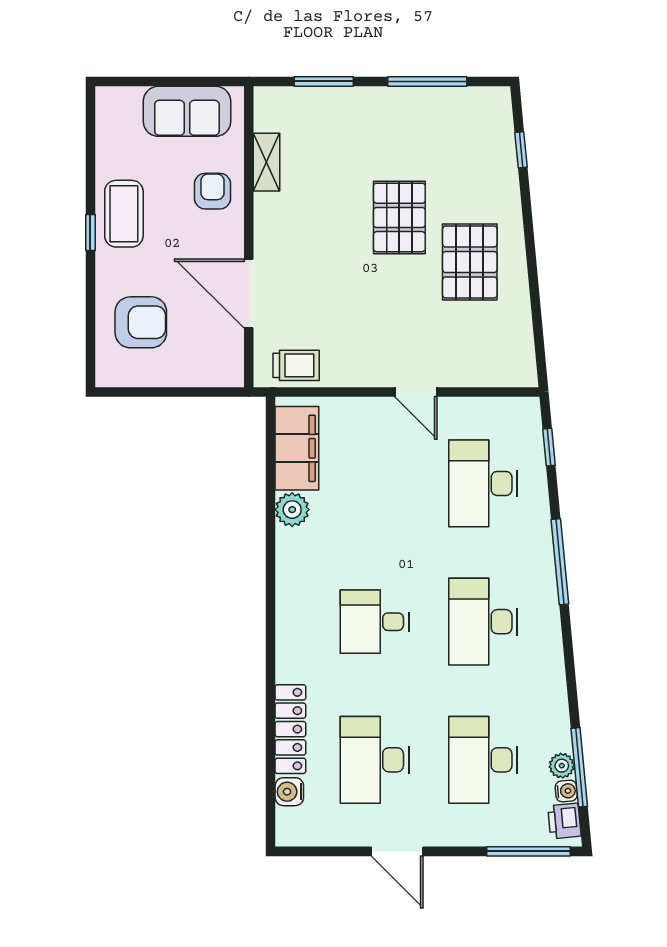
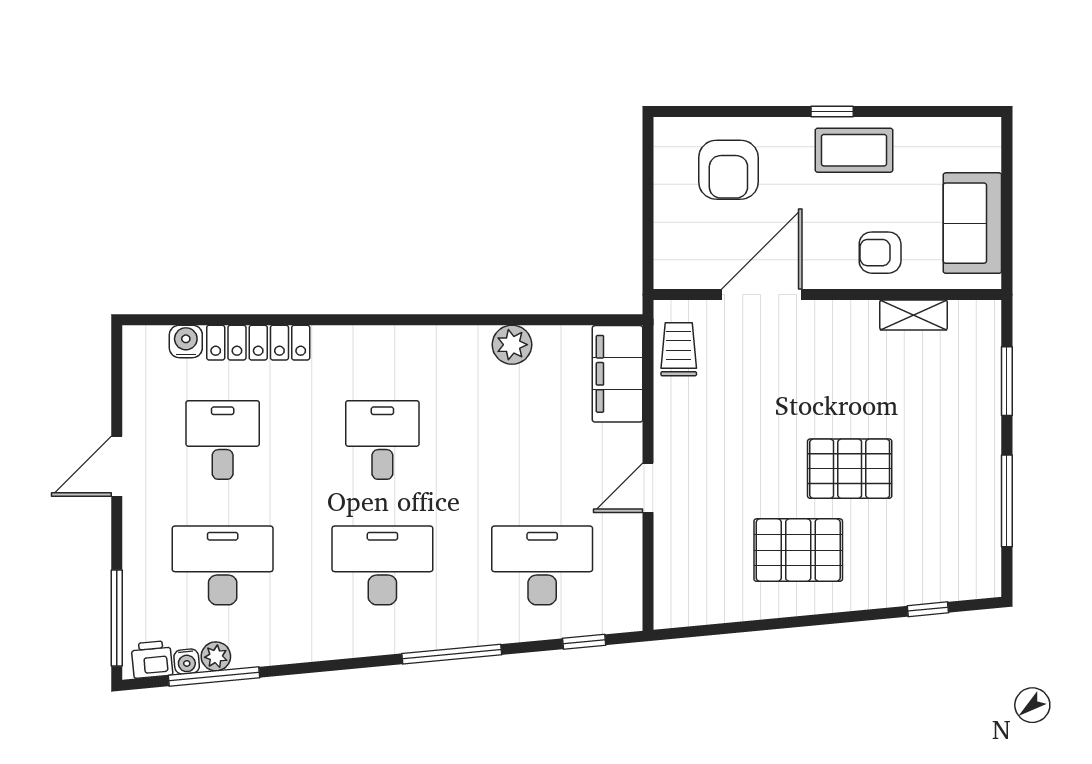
armchair: (213, 191) -> (880, 253), turned 180
trolley: (296, 365) -> (679, 349), turned 180
filing cabinet: (297, 448) -> (618, 374), moved, turned 90
desk: (375, 760) -> (223, 440), width x0.73

